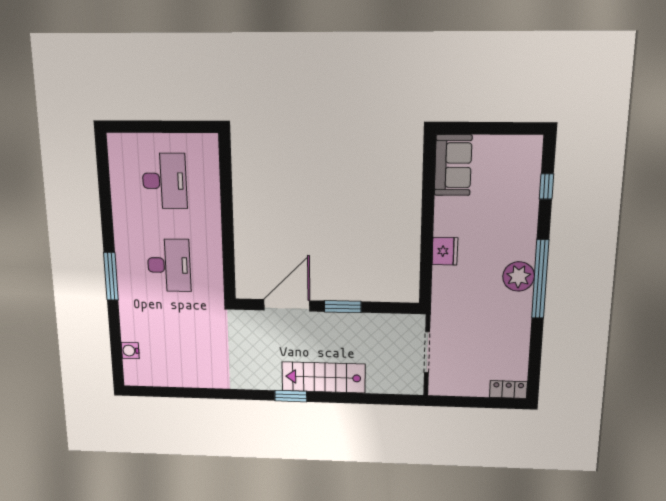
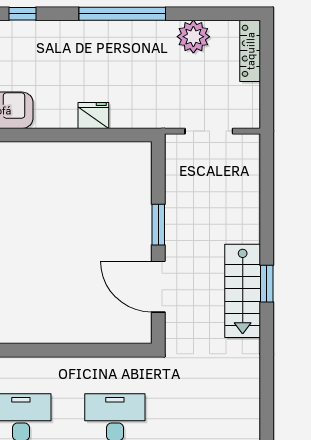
plant: (519, 276) -> (193, 37), moved
stairs: (323, 377) -> (243, 291), moved
locker: (508, 389) -> (250, 51), width x1.53

